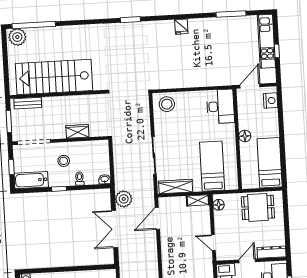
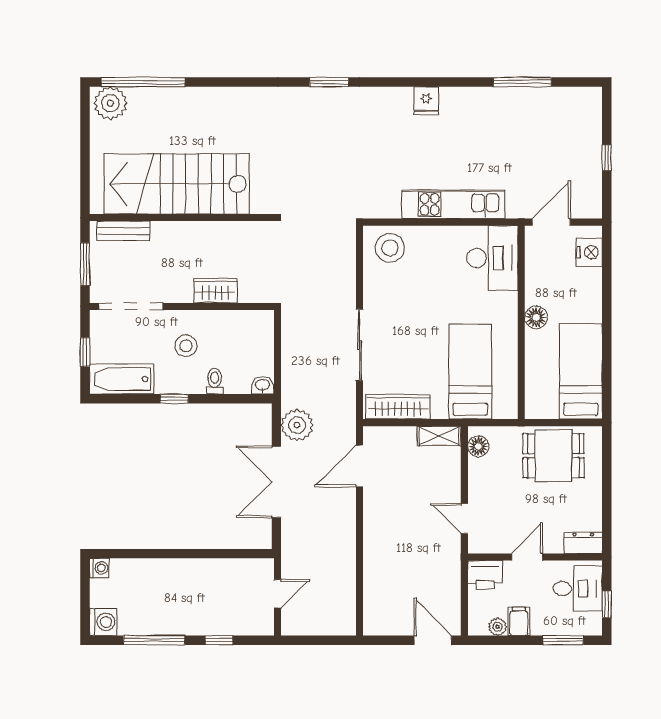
kitchen unit: (266, 41) -> (453, 204), moved, turned 90
dresser: (272, 252) -> (583, 543), width x0.70

